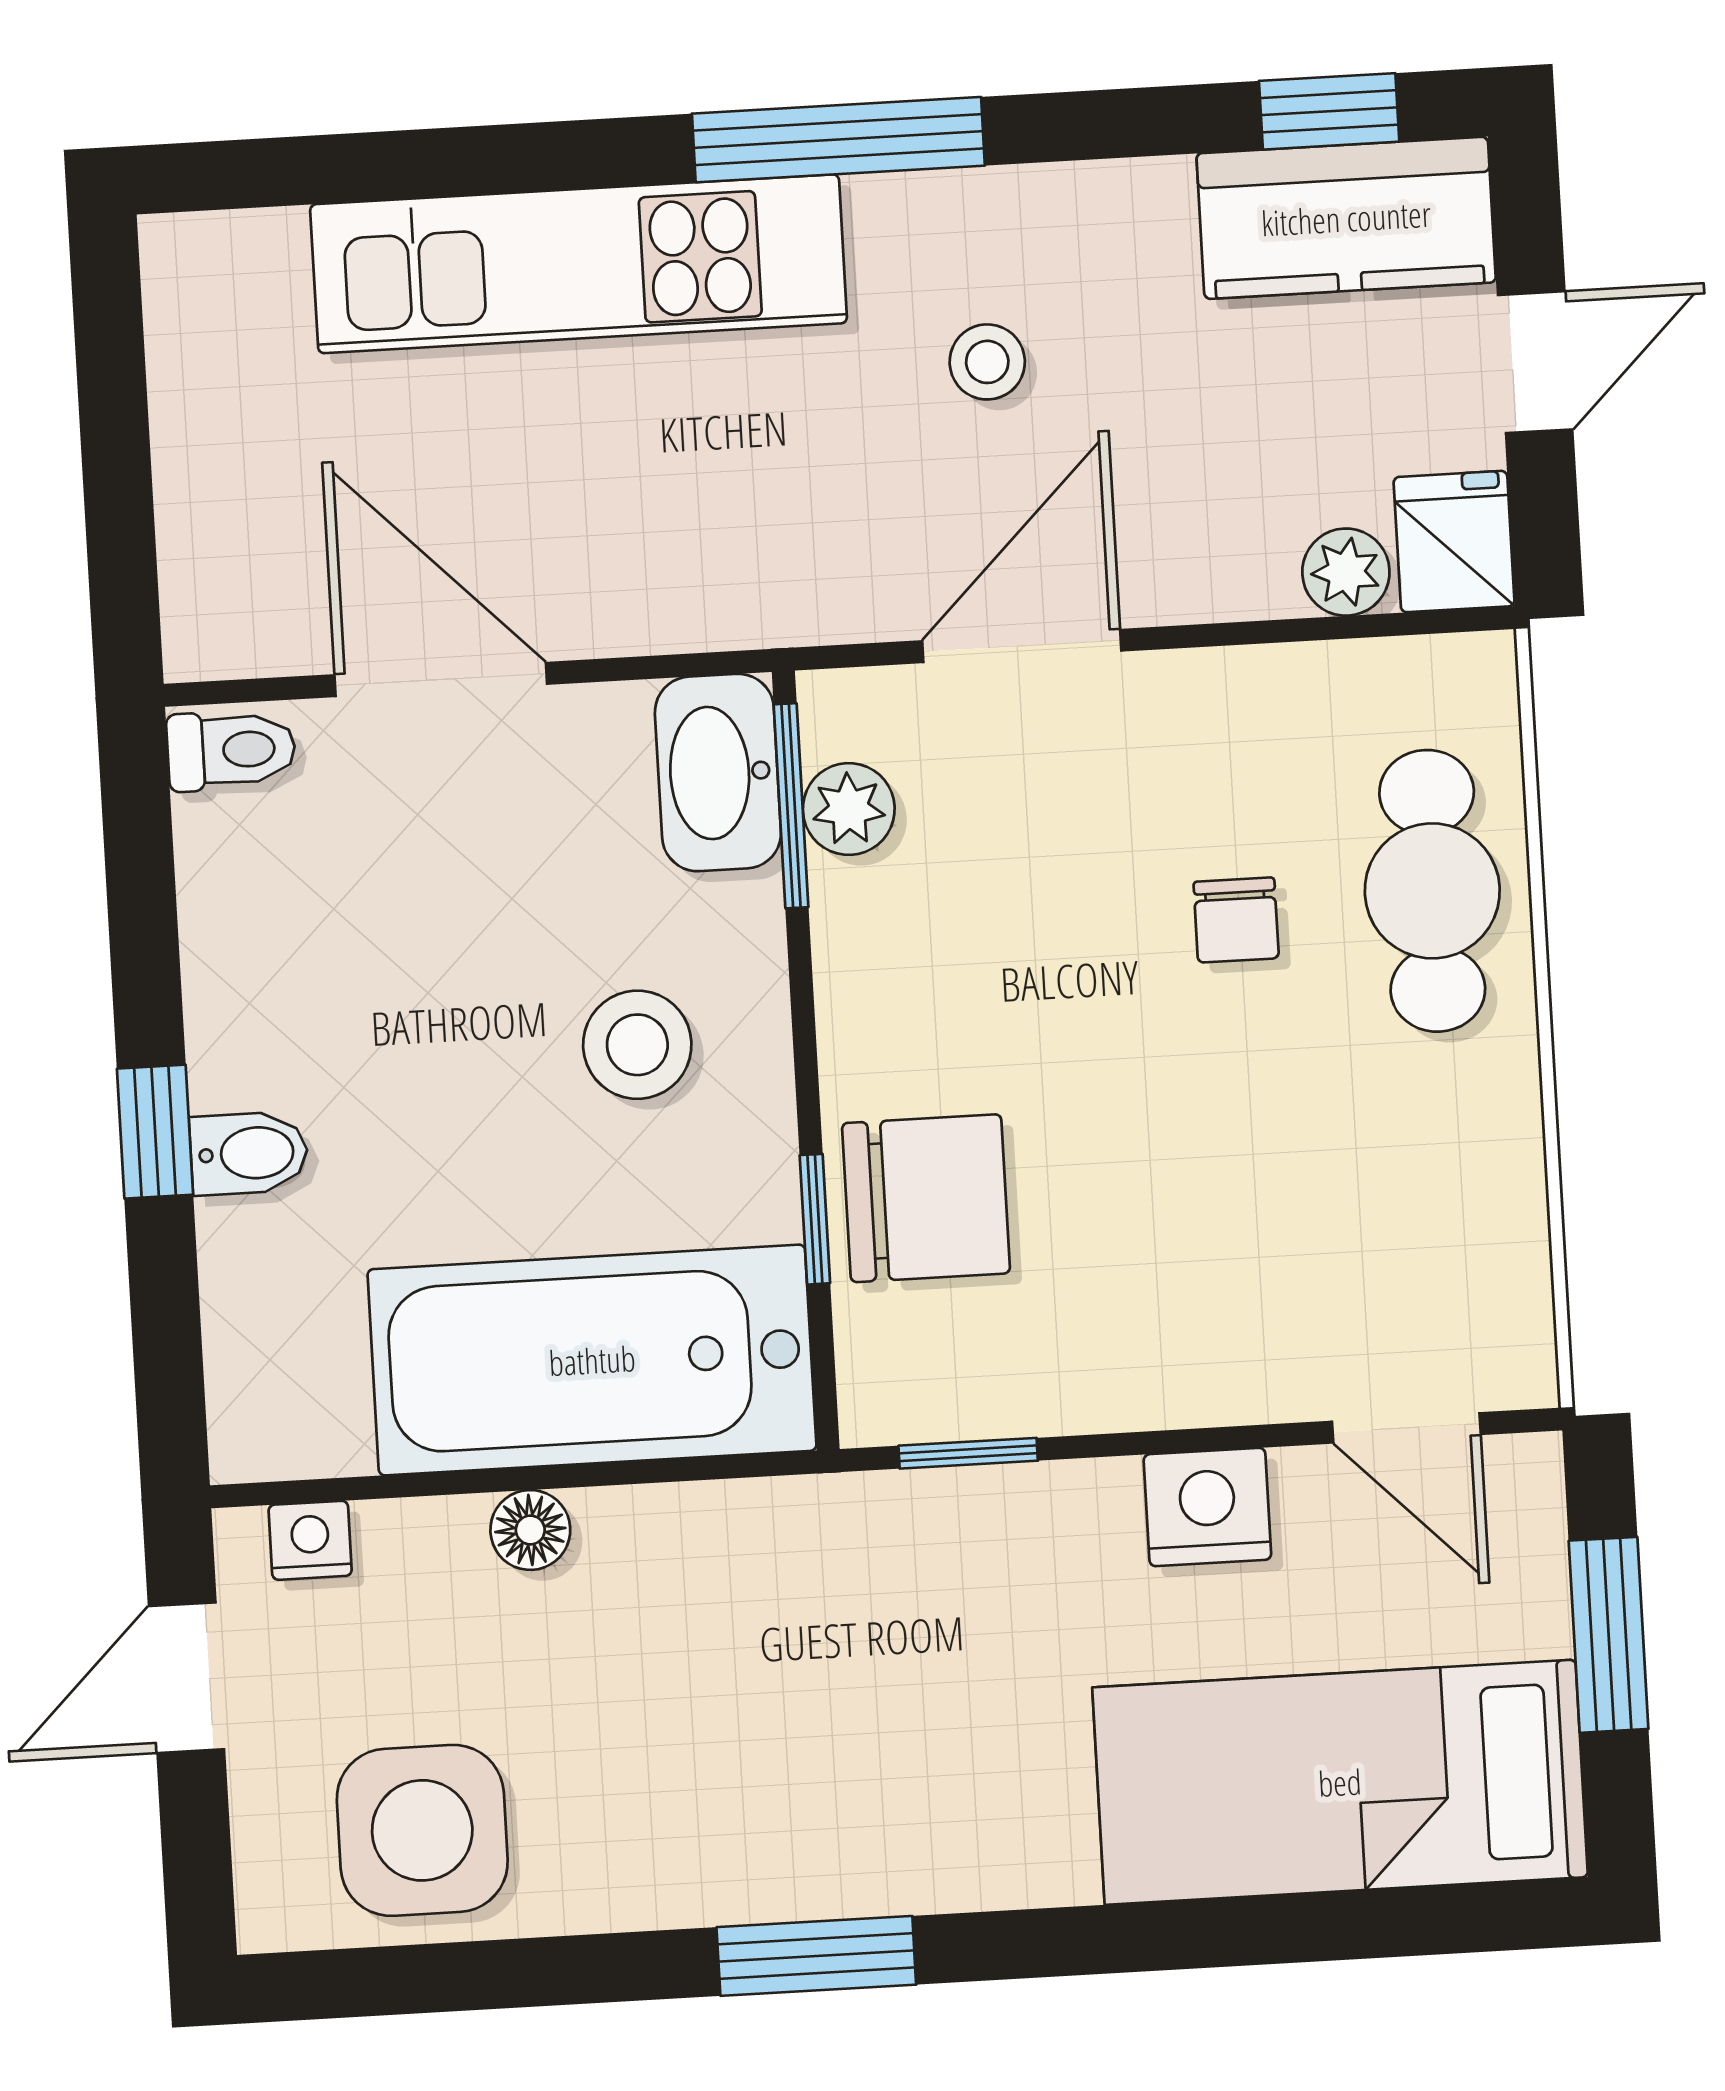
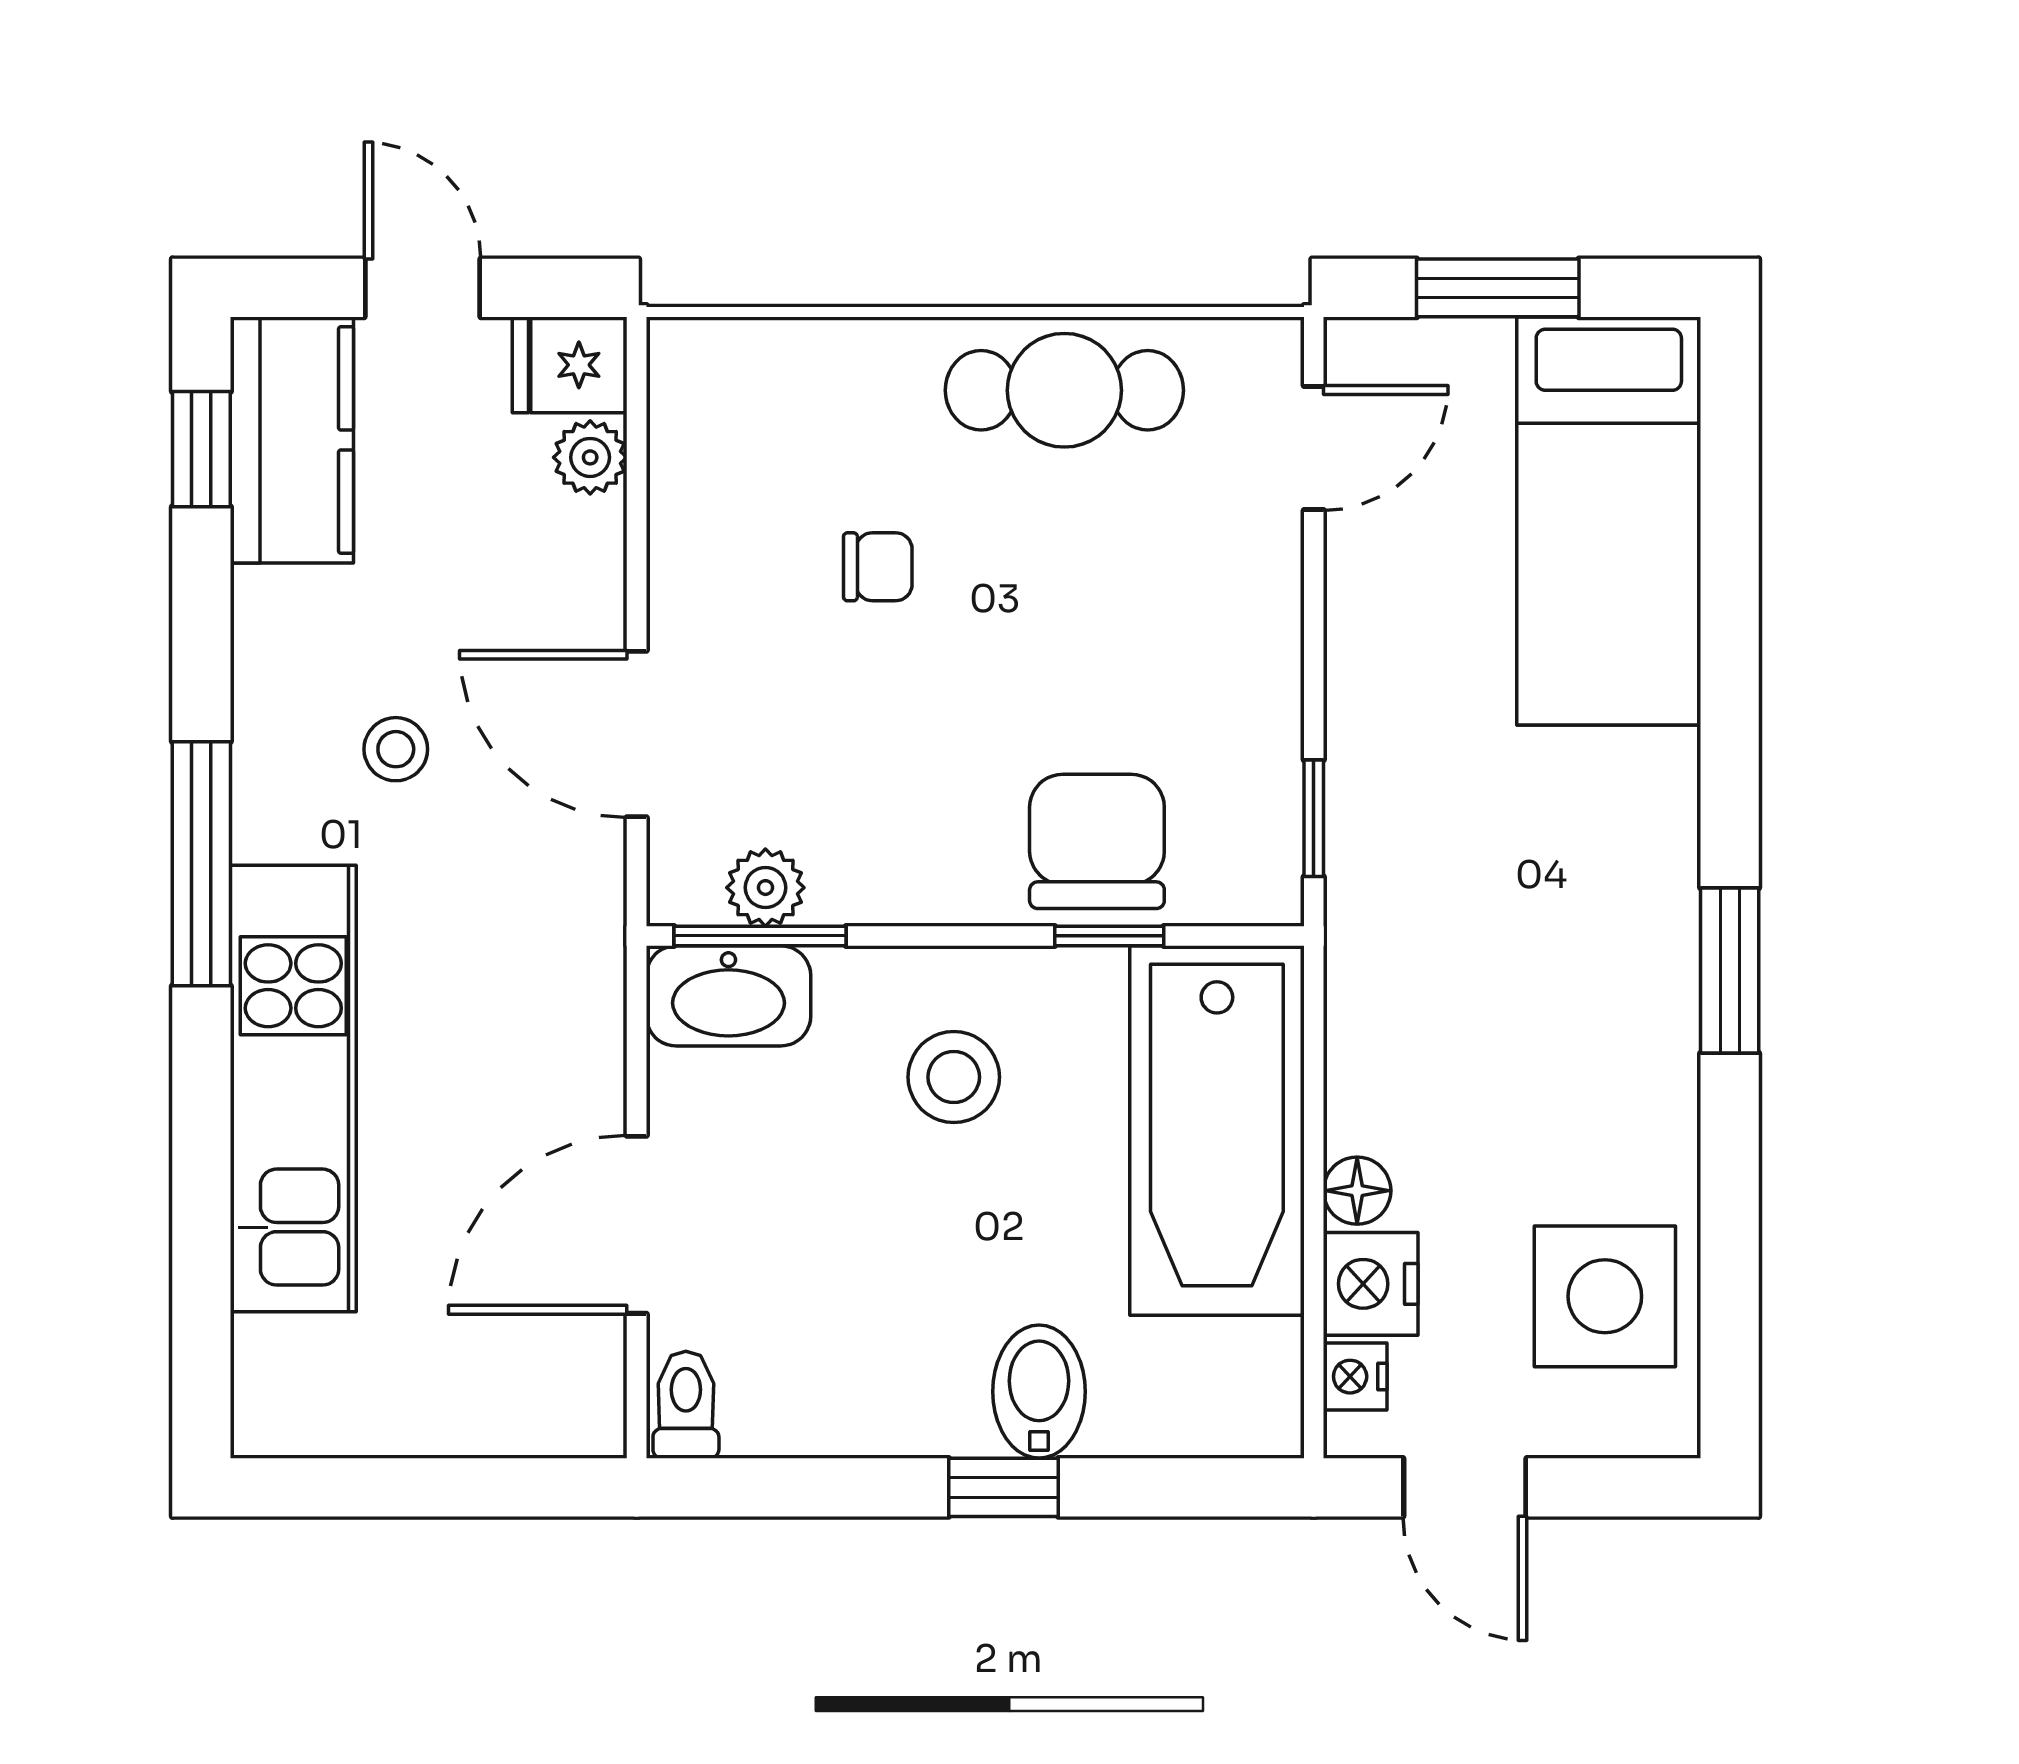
cafe table: (1432, 891) -> (1064, 390), moved
bidet: (249, 1153) -> (1039, 1392), width x1.38, depth x1.36
nightstand: (1207, 1507) -> (1371, 1284), moved

